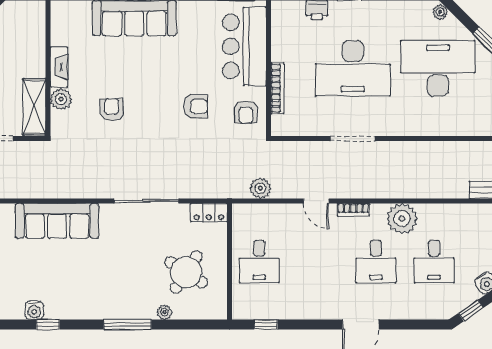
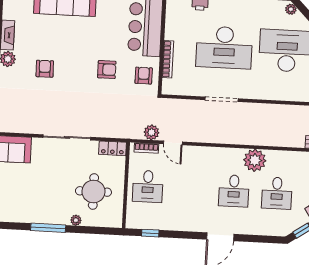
armchair: (246, 112) -> (144, 76), turned 180
door: (316, 201) -> (173, 143), moved
bookcase: (353, 210) -> (146, 148), moved
round table: (186, 272) -> (93, 191), turned -33

